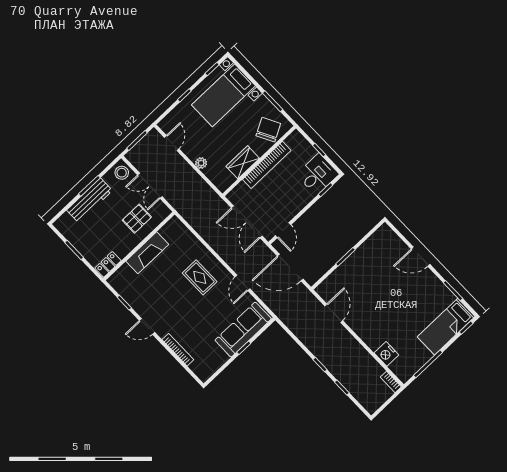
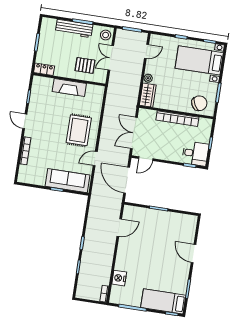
wardrobe: (243, 162) -> (148, 95), moved, turned 90
rug: (200, 277) -> (79, 130), width x1.36, depth x1.43

